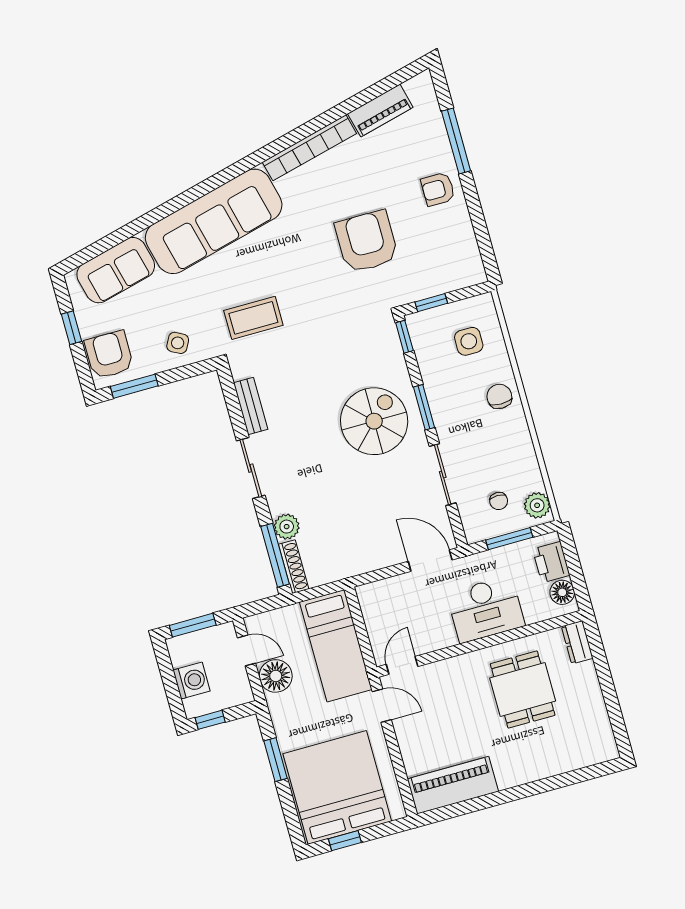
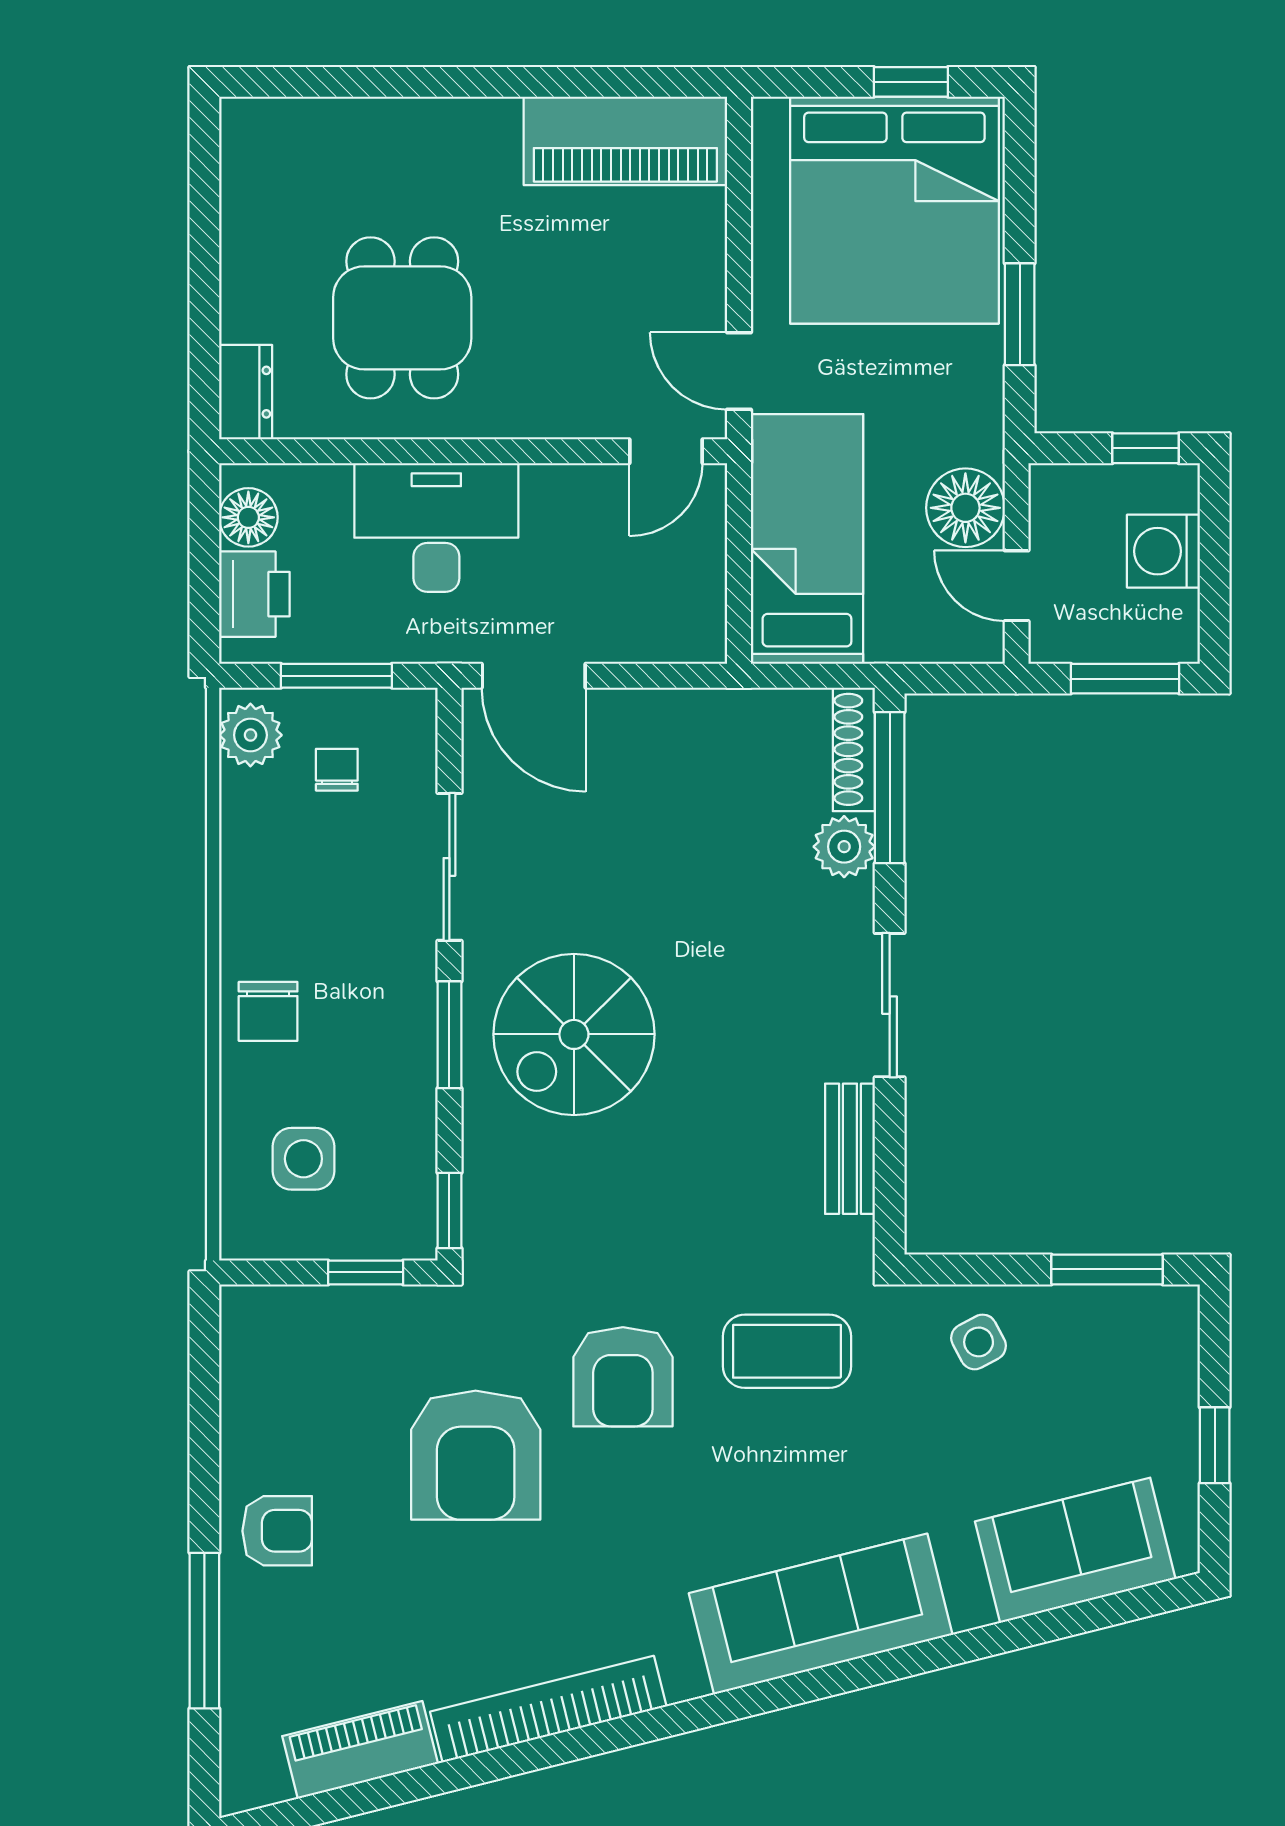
sofa: (214, 221) -> (821, 1614), width x0.74, depth x0.79
side table: (178, 343) -> (979, 1342), turned 34
armchair: (109, 355) -> (623, 1377), moved

